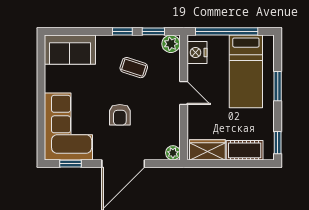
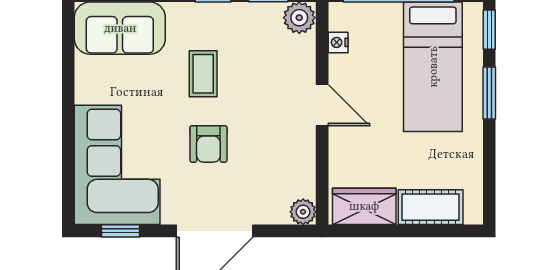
nightstand: (197, 52) -> (338, 42), width x0.53, depth x0.56
coffee table: (134, 68) -> (203, 74), moved, turned 72
window: (278, 143) -> (489, 30), moved

